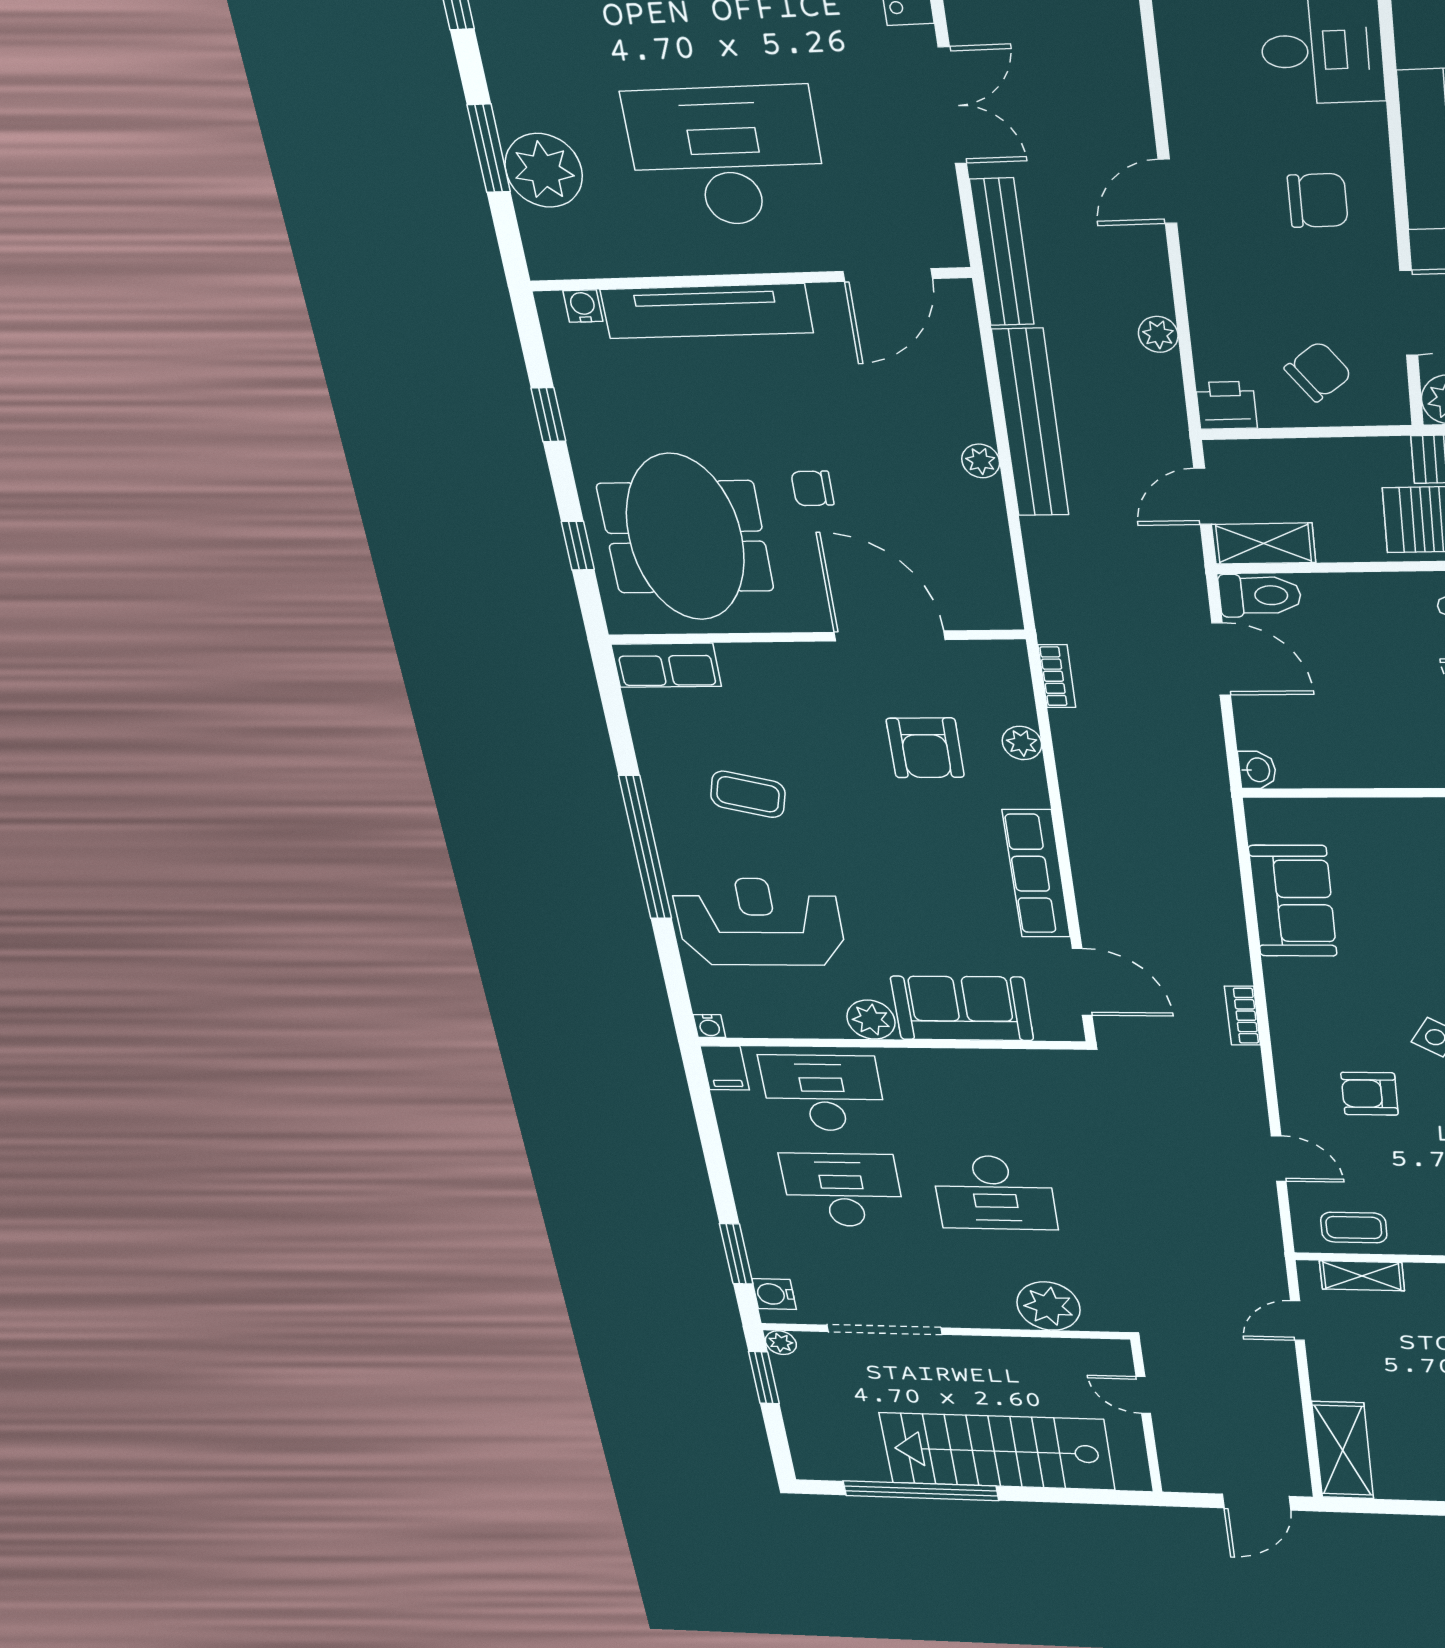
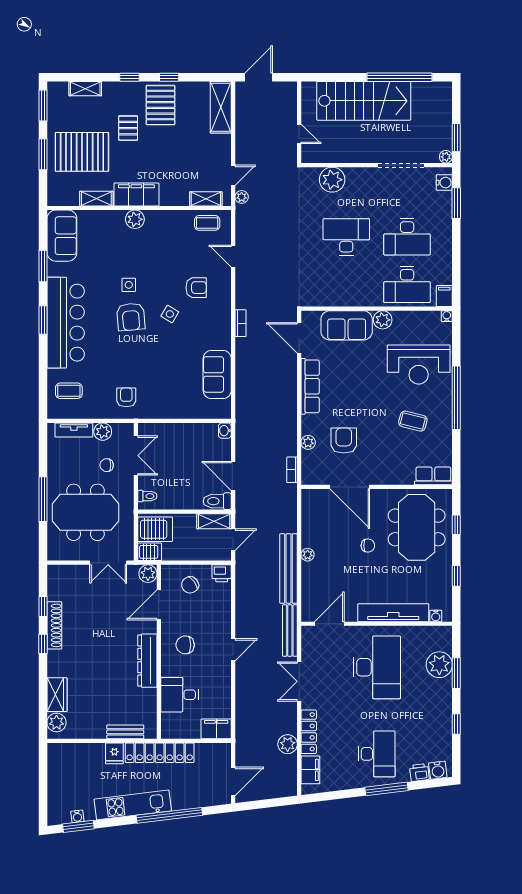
desk: (726, 156) -> (377, 667), turned -90
plant: (1158, 334) -> (242, 197), moved

